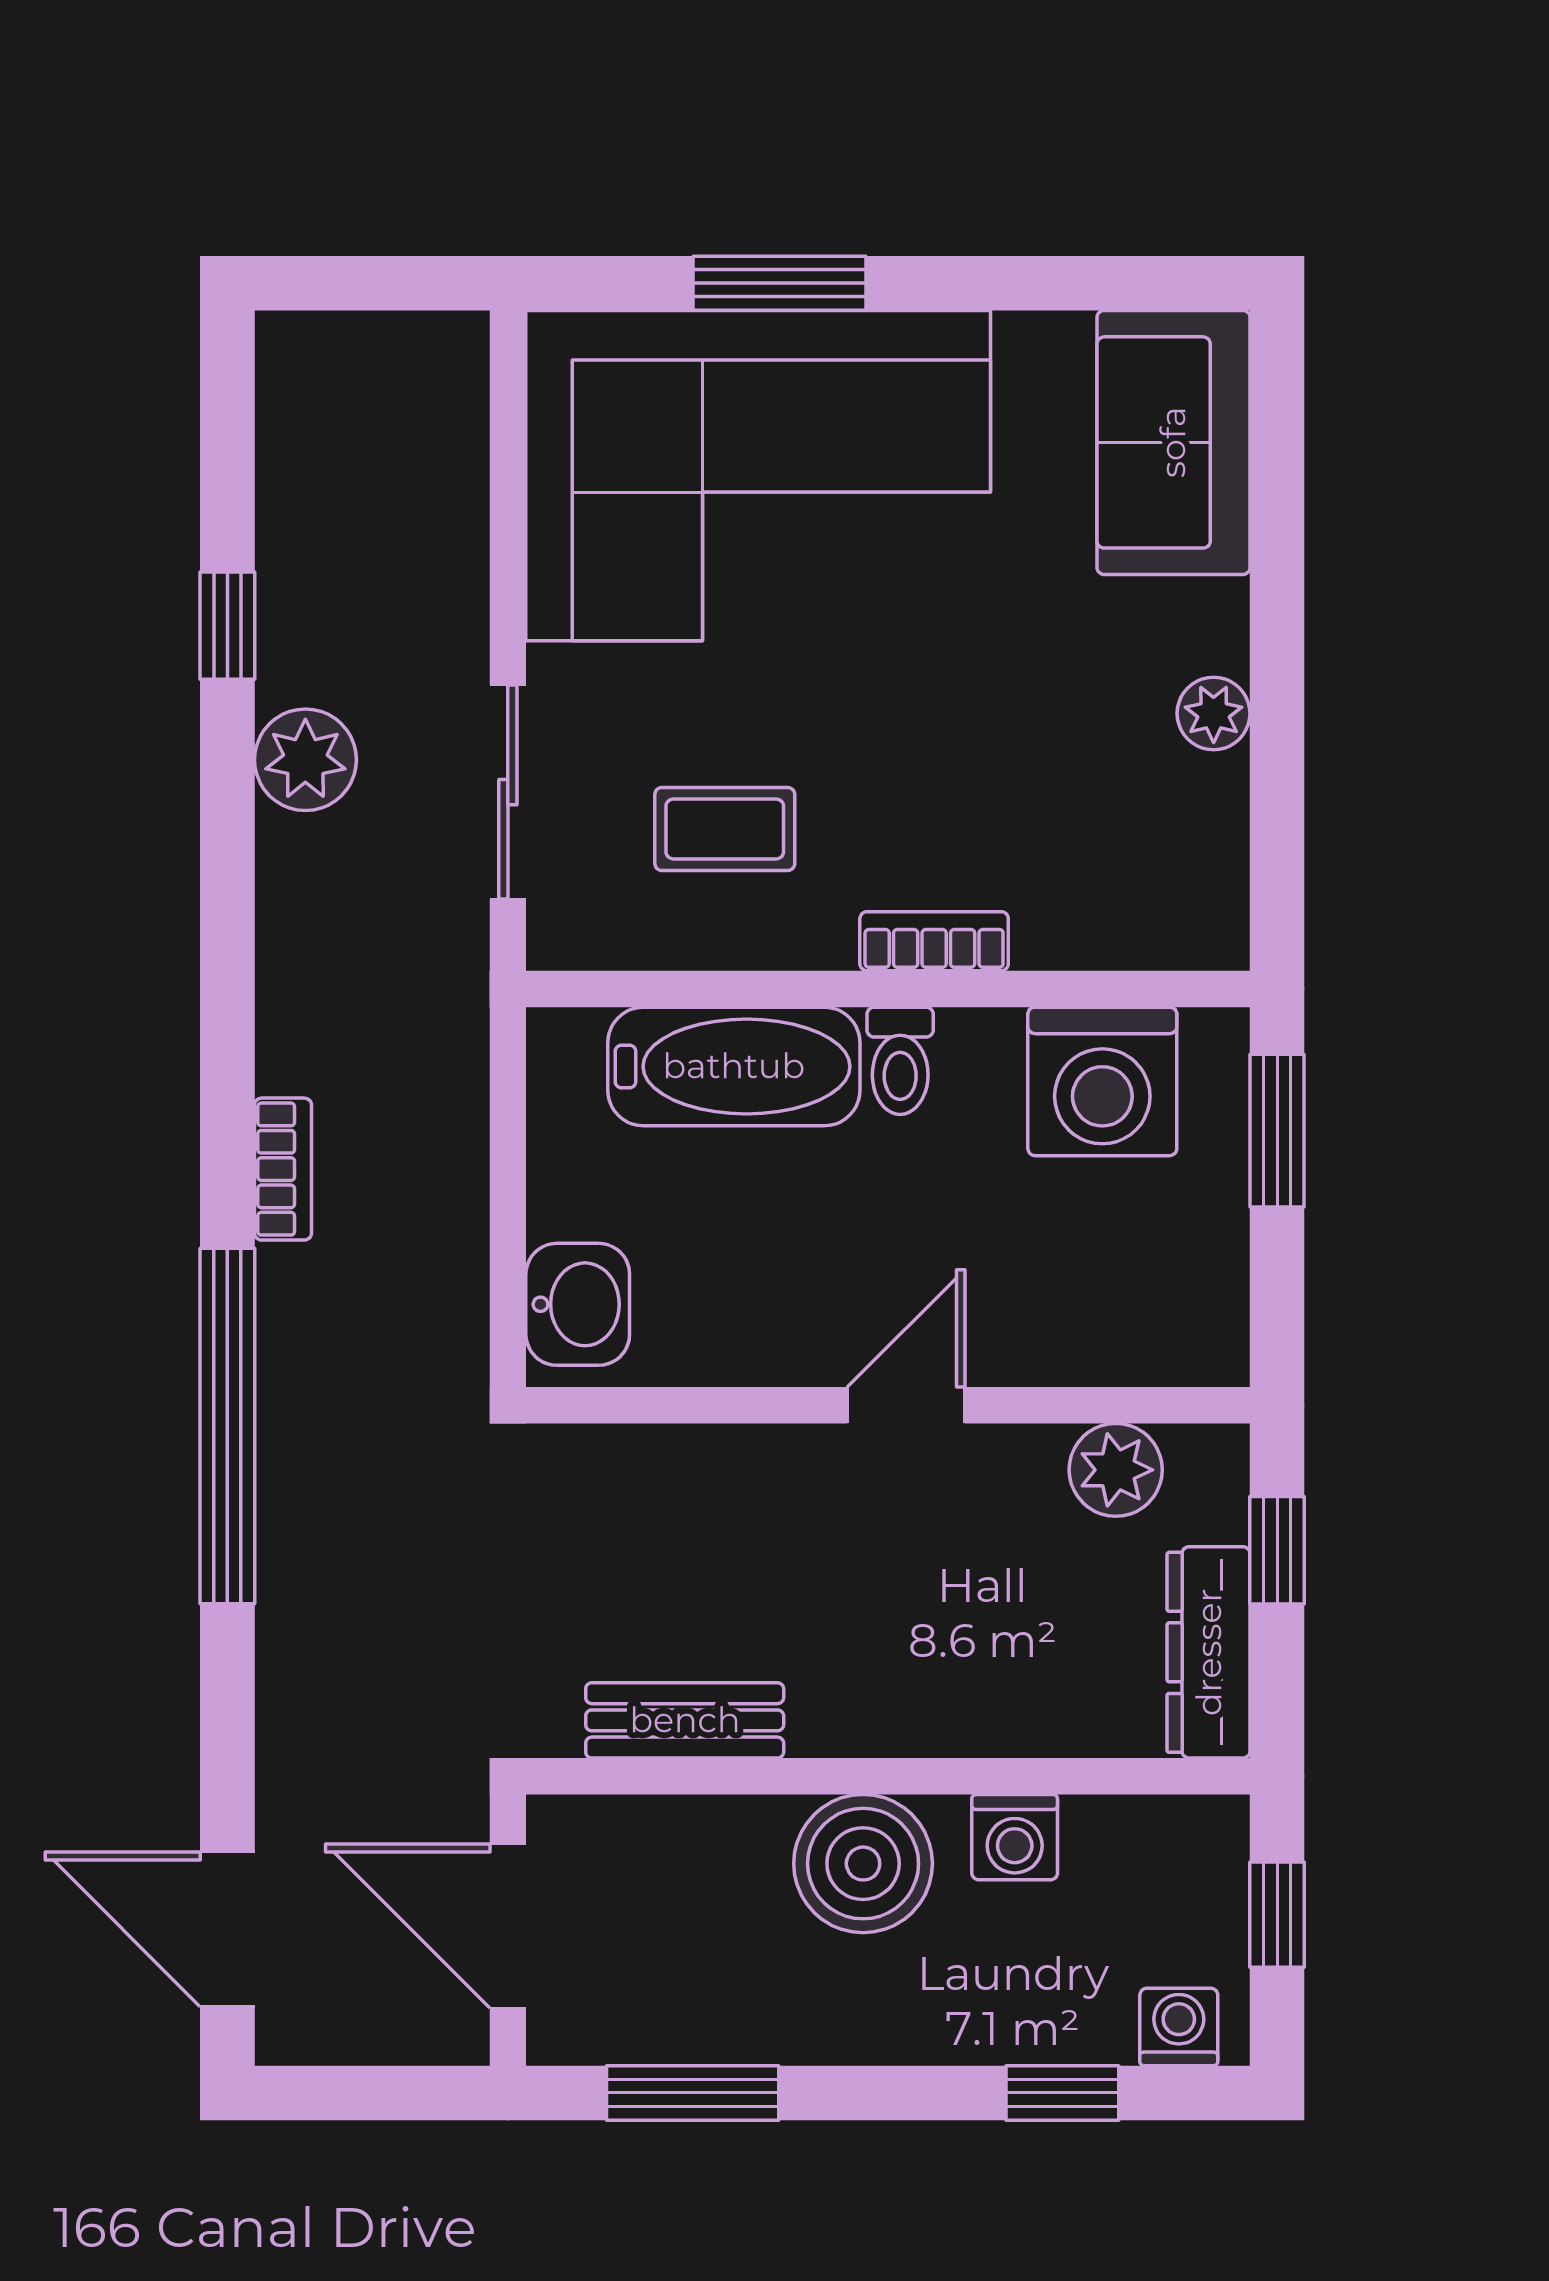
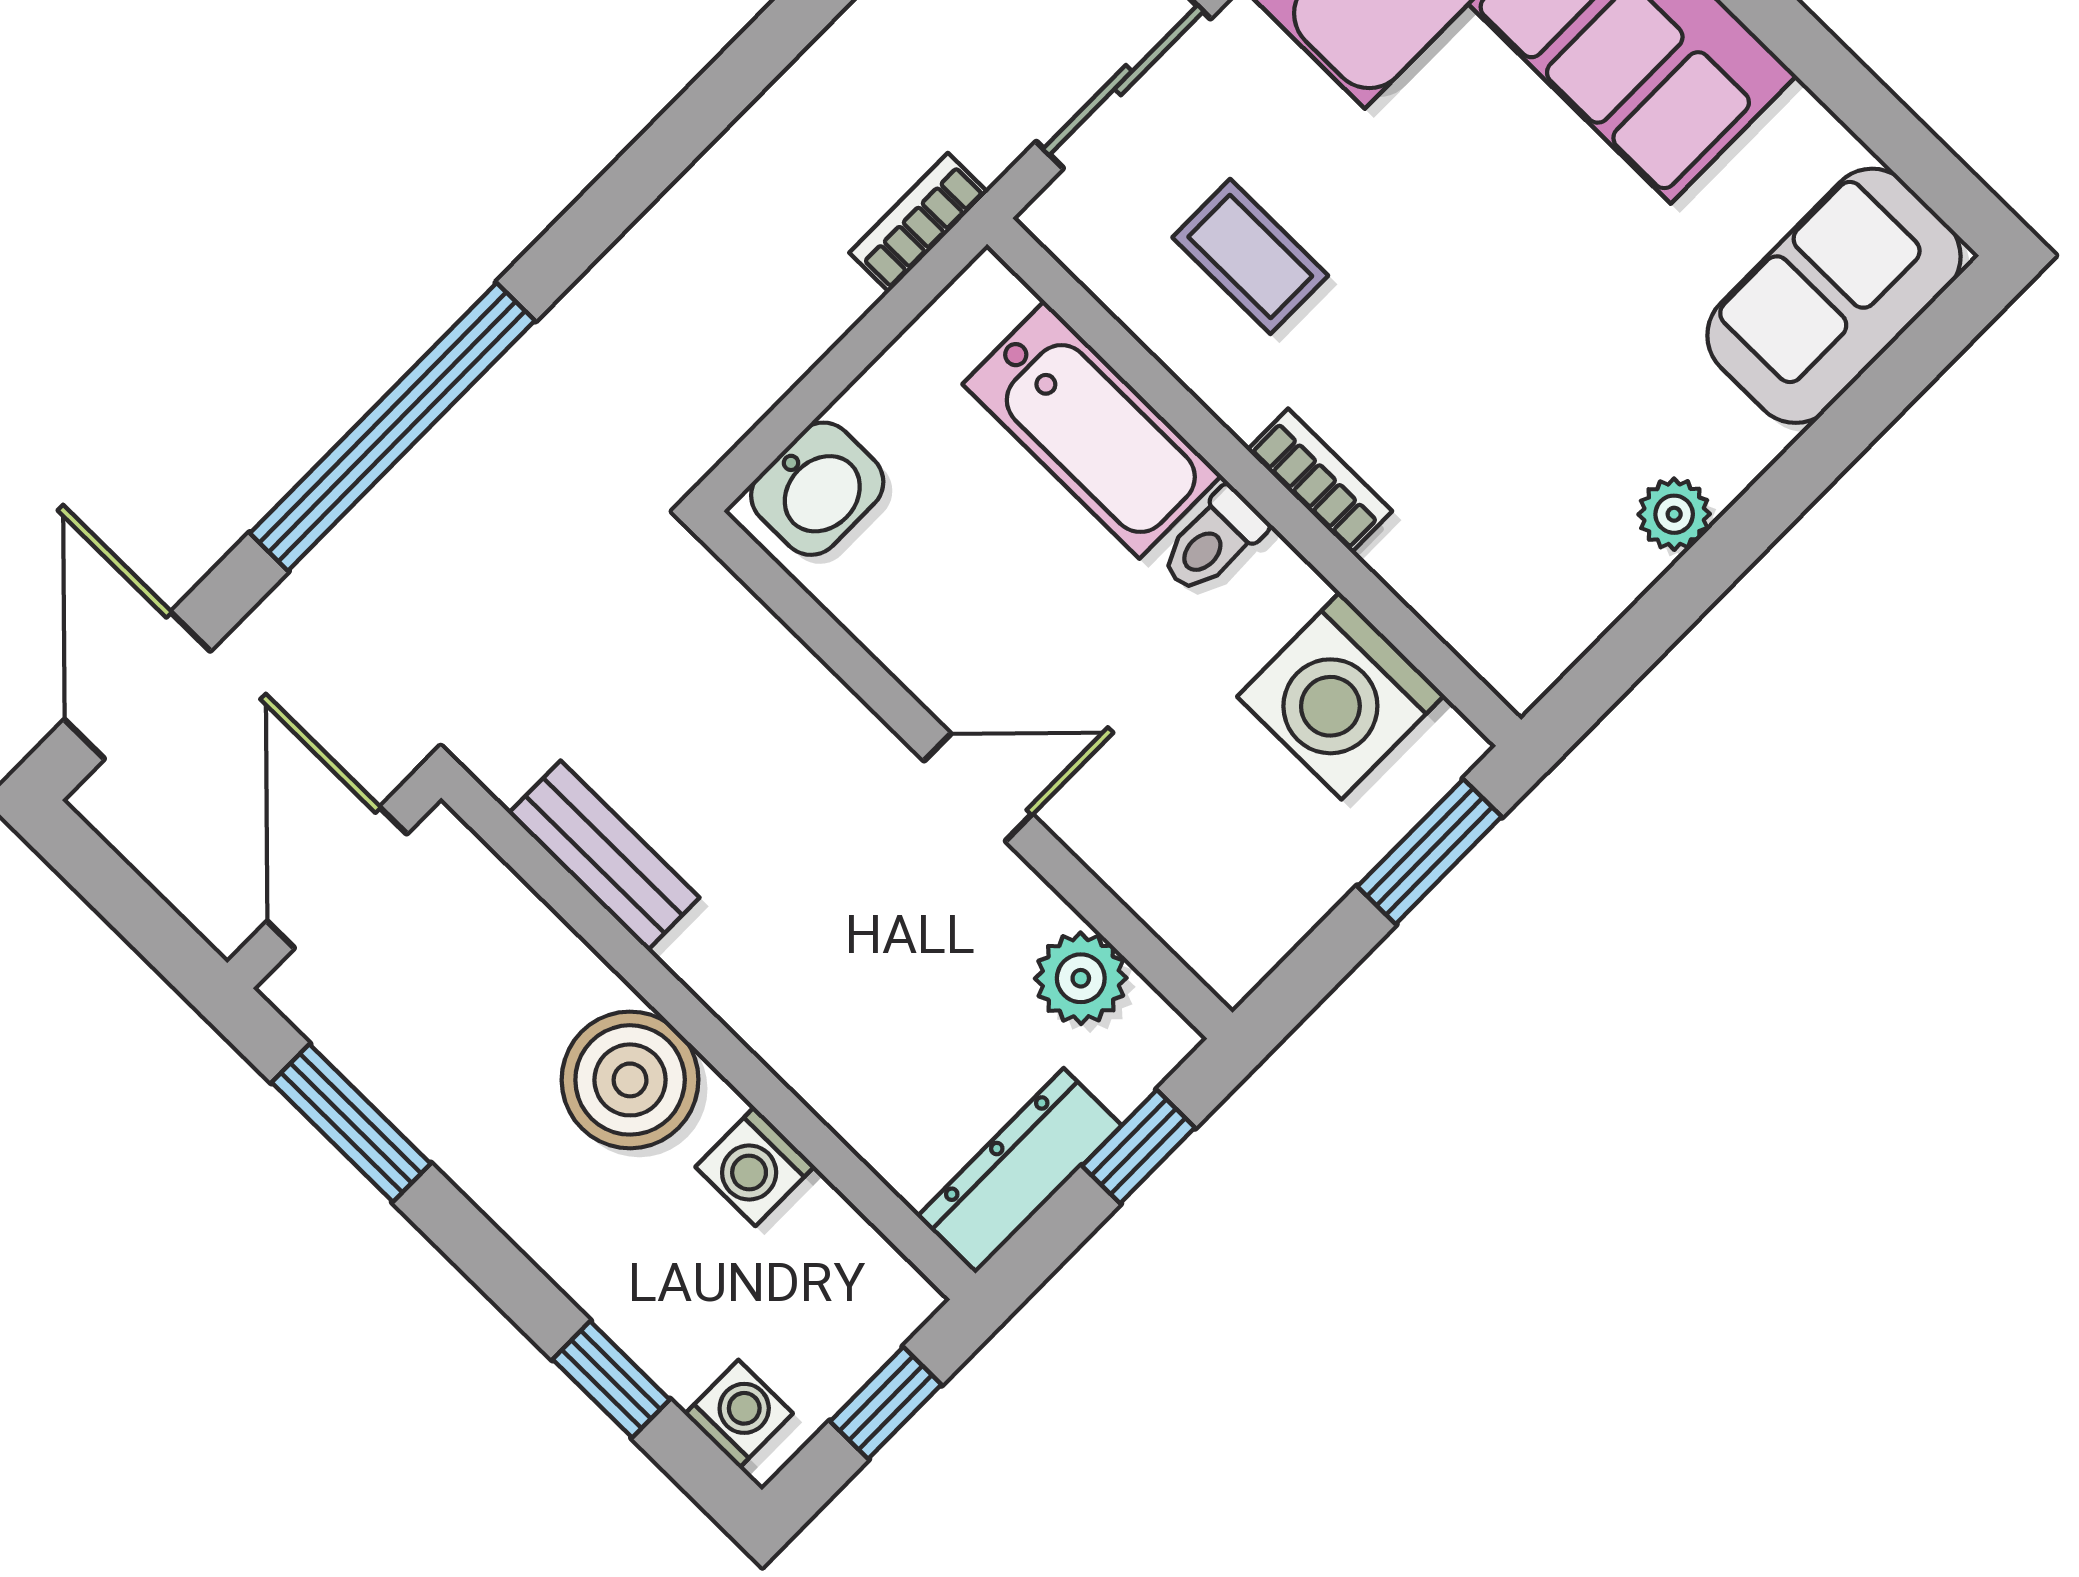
bookcase: (283, 1169) -> (918, 222), moved, turned 180
window: (227, 1426) -> (392, 427), moved

